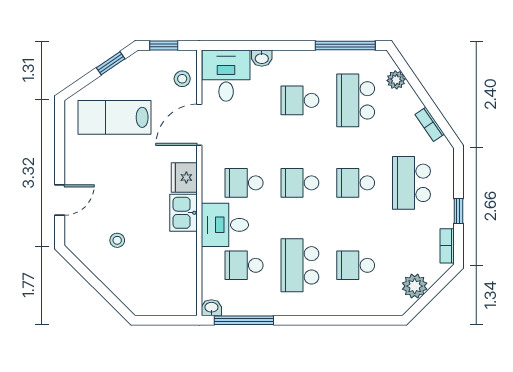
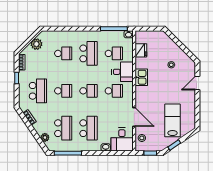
school desk: (300, 100) -> (88, 128), width x1.85
lab bench: (115, 117) -> (172, 120), turned -90
door: (199, 125) -> (134, 117), hinge flipped
fridge: (184, 177) -> (141, 50), moved

